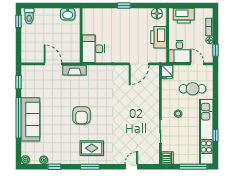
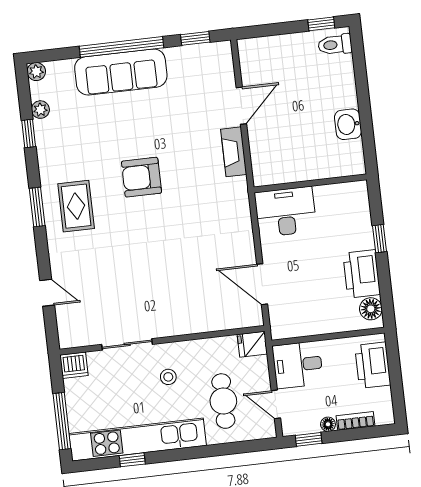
wall: (81, 35) -> (310, 183), moved
printer: (159, 37) -> (362, 274), moved, turned -90
desk: (93, 49) -> (286, 212), moved
door: (197, 64) -> (276, 404), swing flipped

